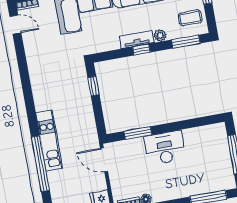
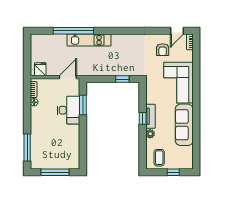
armchair: (44, 39) -> (163, 50), added
window: (186, 42) -> (143, 151), removed
desk: (165, 148) -> (69, 110), moved

